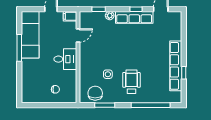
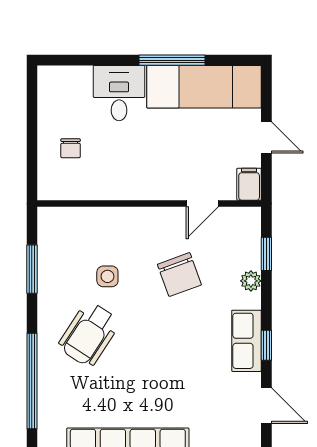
row of seats: (134, 17) -> (246, 341), width x0.68
door: (78, 35) -> (202, 204), hinge flipped
desk: (65, 59) -> (119, 93), moved, turned 180
wheelchair: (131, 82) -> (89, 334), turned 123
chair: (95, 93) -> (179, 275), moved, turned 70

